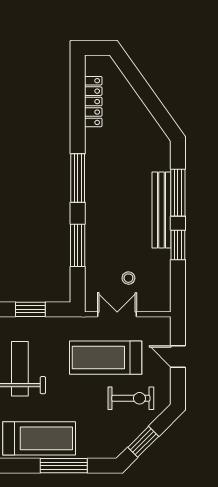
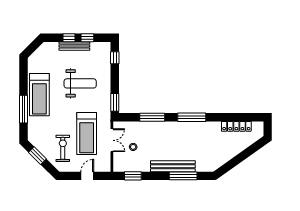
window: (178, 245) -> (133, 176), moved
window: (30, 309) -> (115, 102), moved
treadmill: (106, 358) -> (87, 134), turned 180
exercise bike: (131, 398) -> (63, 148), turned 180

